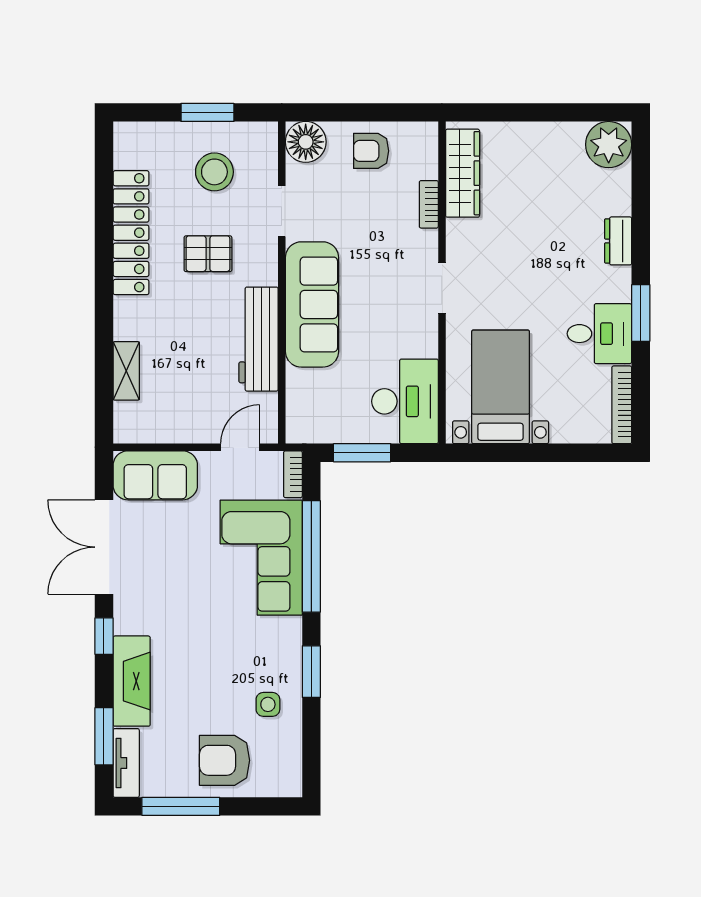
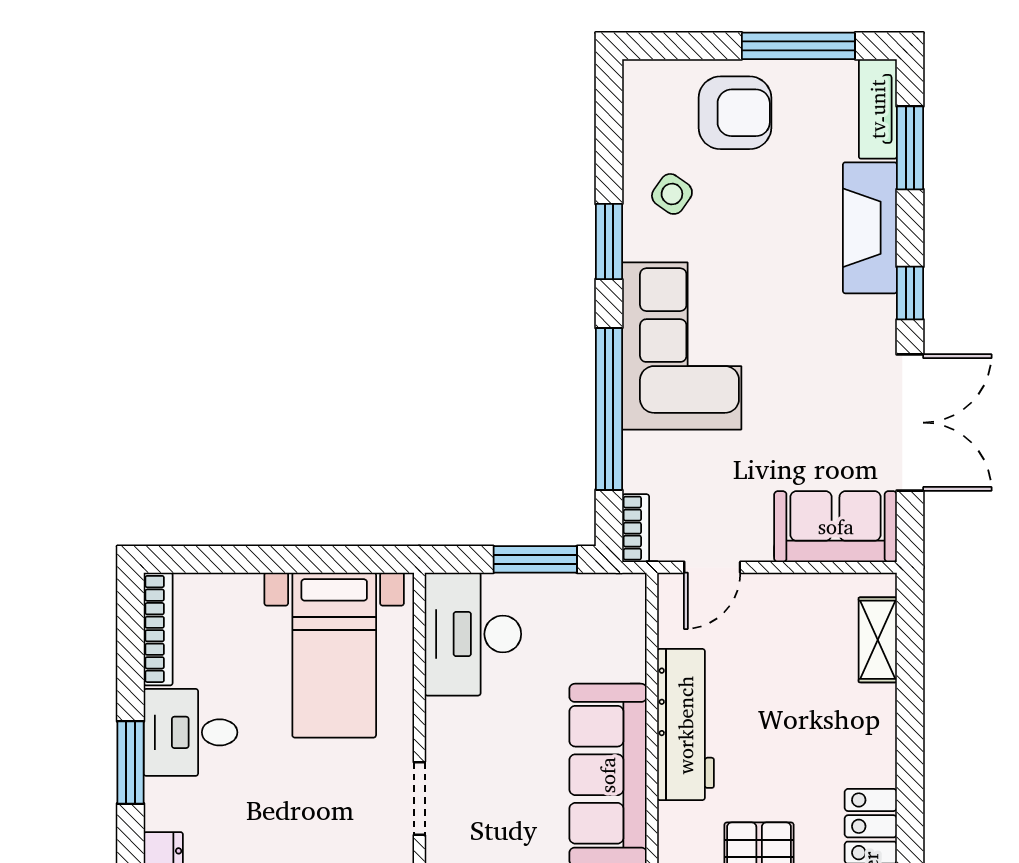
shelving: (126, 371) -> (878, 640), moved
corner sofa: (261, 558) -> (682, 346), moved
side table: (268, 704) -> (672, 194), turned 35

